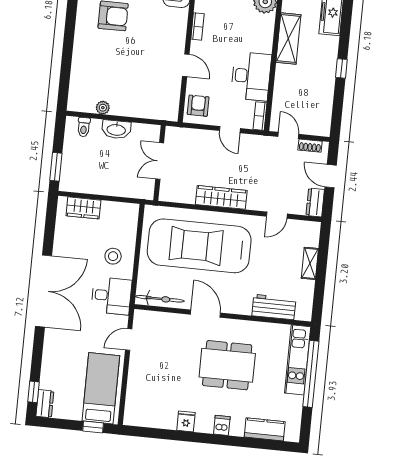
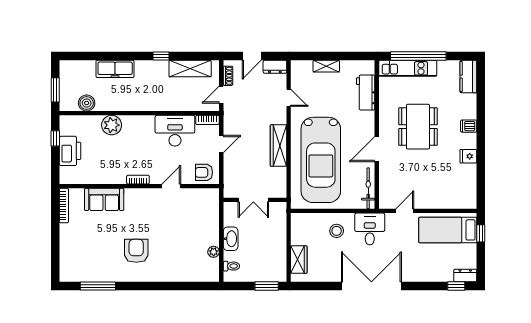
shelving: (288, 38) -> (190, 69), moved
door: (129, 339) -> (405, 211), swing flipped
kitchen counter: (265, 429) -> (468, 77), moved

